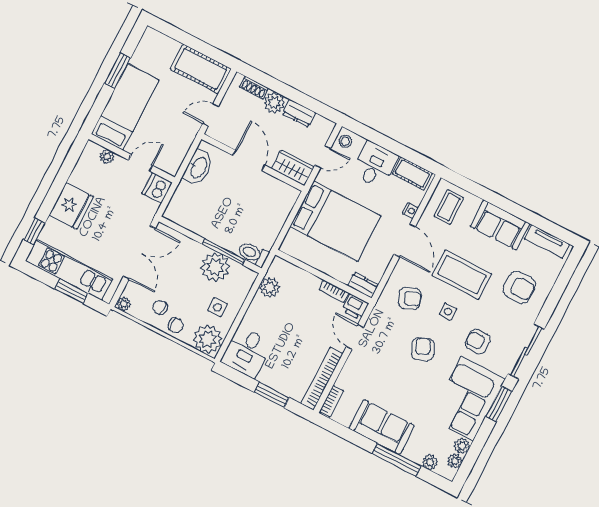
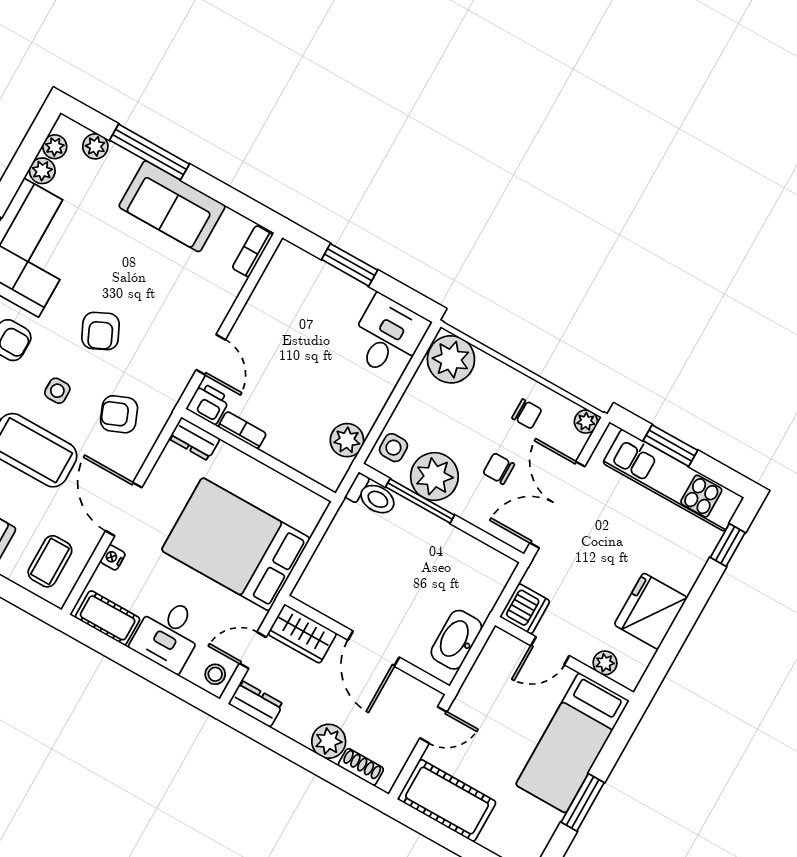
dresser: (299, 113) -> (256, 704), moved
fridge: (71, 206) -> (651, 611), moved
side table: (218, 307) -> (393, 448), moved
chair: (176, 325) -> (499, 469), moved
bookcase: (322, 379) -> (267, 288), removed

